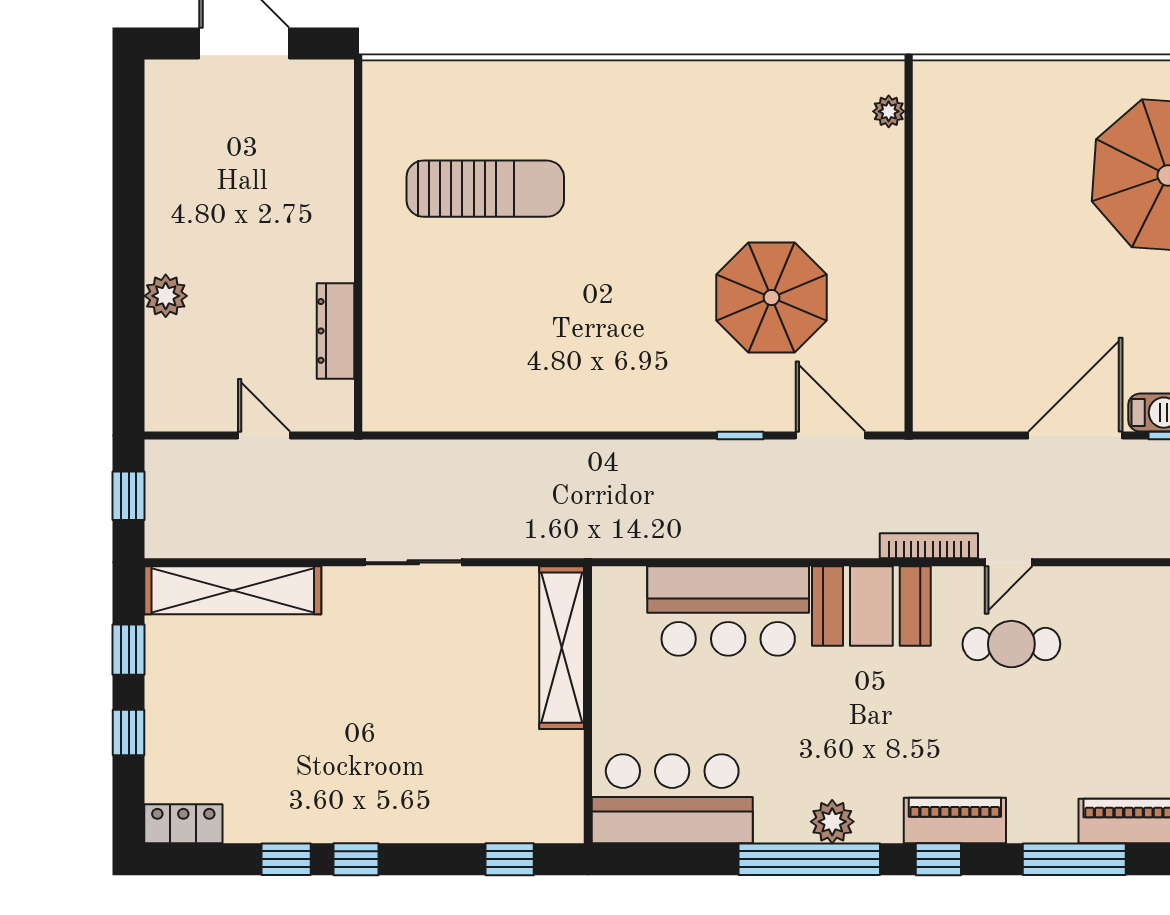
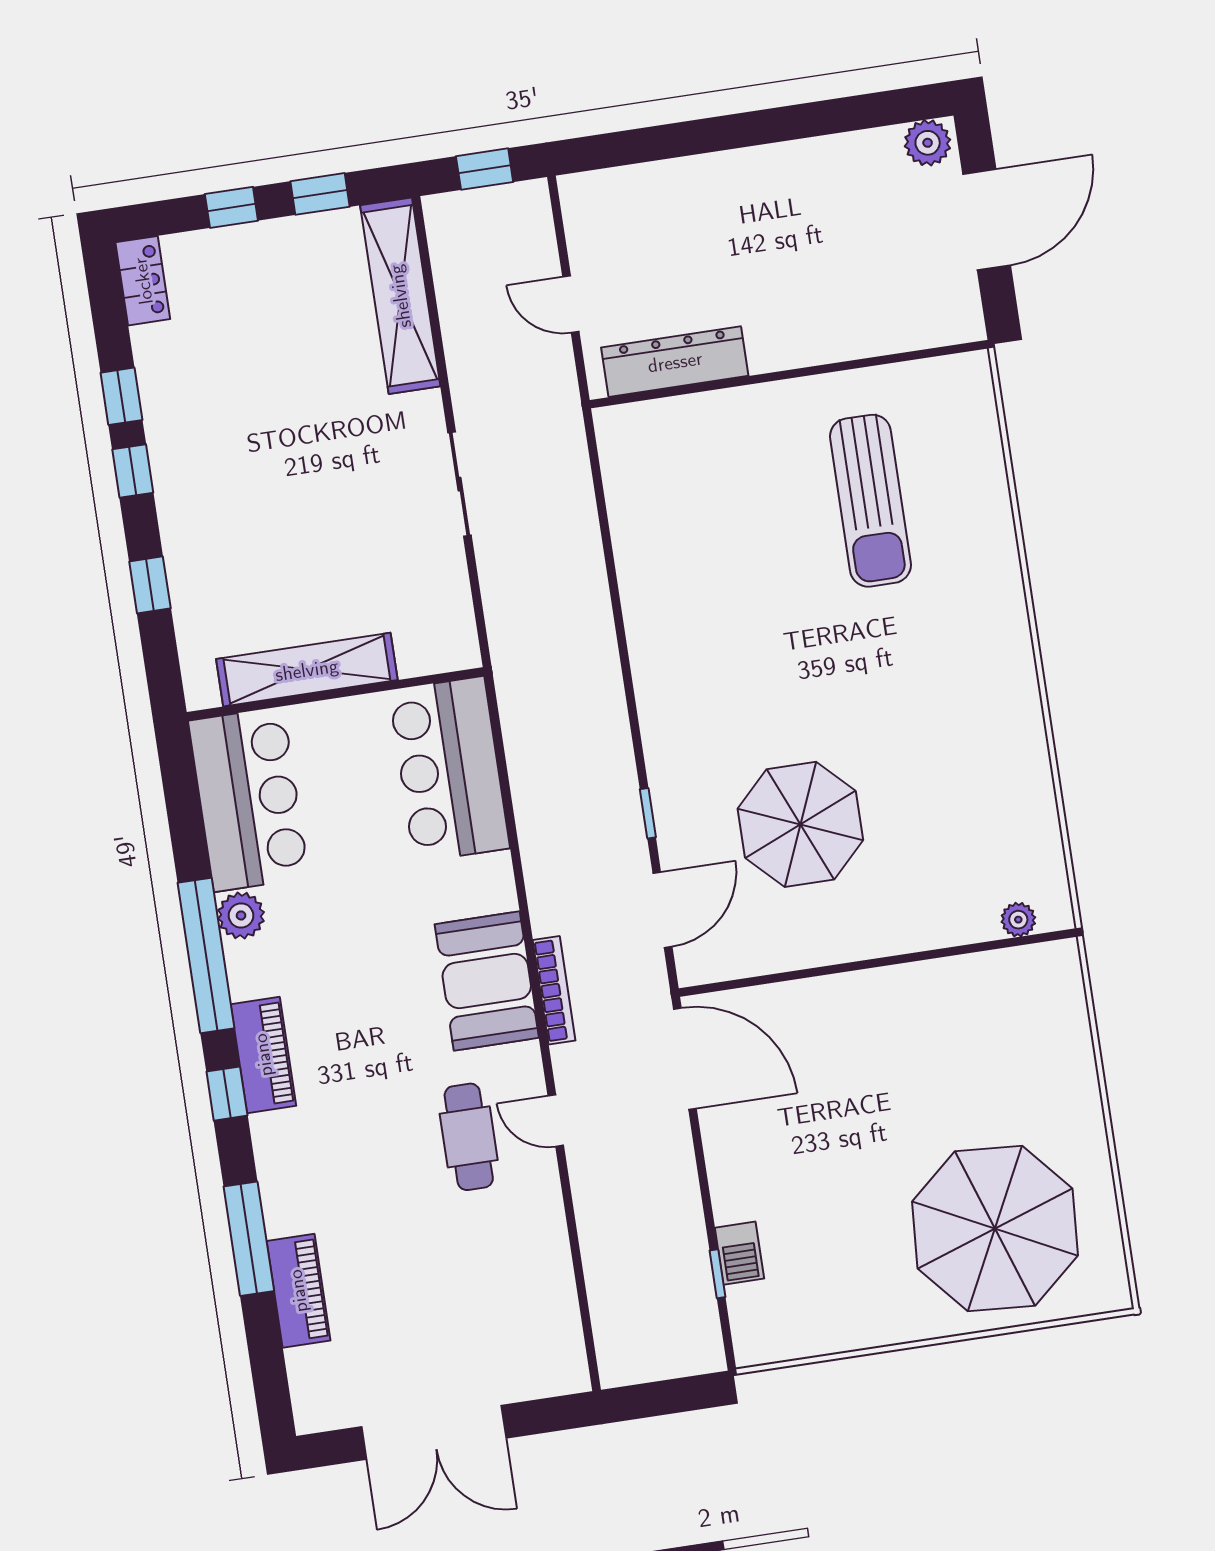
plant: (166, 296) -> (928, 143), moved
dresser: (336, 331) -> (675, 362), width x1.37, depth x1.24
door: (264, 436) -> (571, 304), swing flipped
door: (1075, 436) -> (685, 1059), moved
bookcase: (929, 546) -> (554, 990), moved
bar counter: (728, 611) -> (449, 769), moved
shelving: (562, 648) -> (307, 670), moved
piano: (955, 821) -> (263, 1055), moved
plant: (832, 822) -> (241, 915), moved
window: (510, 859) -> (150, 585), moved

